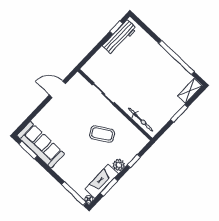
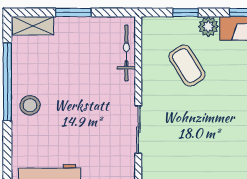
stool: (157, 58) -> (30, 105), added
coffee table: (102, 134) -> (187, 66), moved

